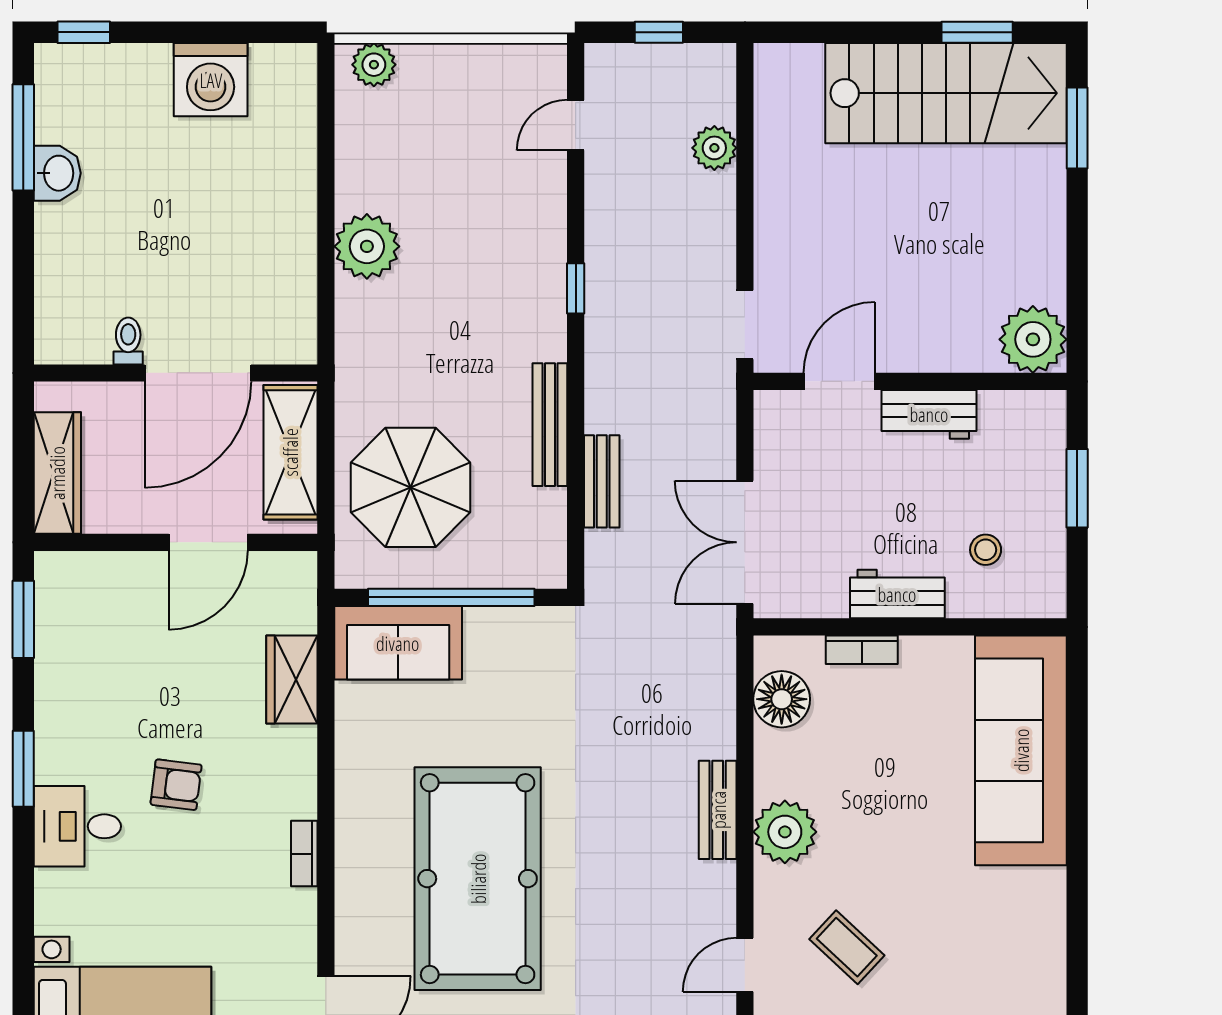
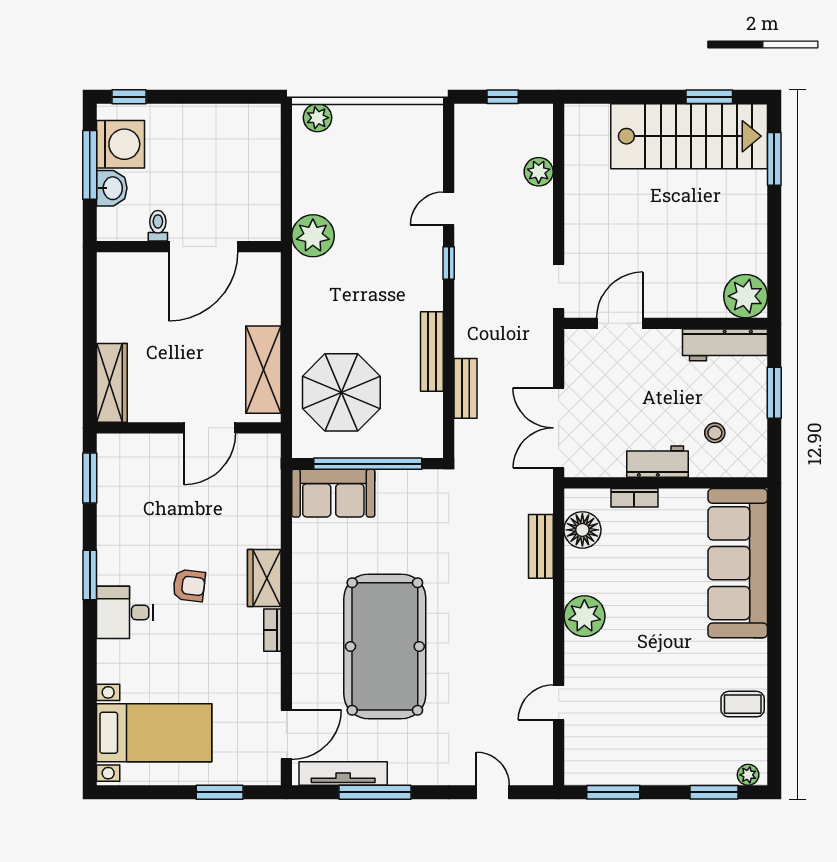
washing machine: (211, 80) -> (120, 144), moved, turned -90
door: (576, 125) -> (449, 208), moved
toilet: (128, 341) -> (158, 226), moved
wall: (176, 373) -> (189, 247), moved
door: (198, 373) -> (203, 247), moved
workbench: (929, 414) -> (725, 345), moved, width x1.38
wardrobe: (292, 680) -> (264, 578), moved
bench: (718, 810) -> (541, 546), moved
coffee table: (847, 947) -> (743, 704), moved, turned -43

